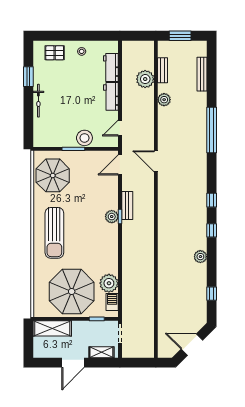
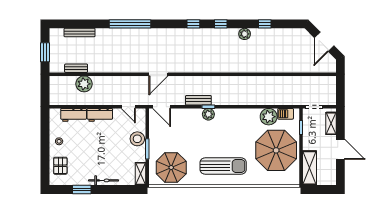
plant: (164, 100) -> (103, 67), removed
shelving: (46, 141) -> (140, 174), added
window: (212, 294) -> (265, 24), moved

